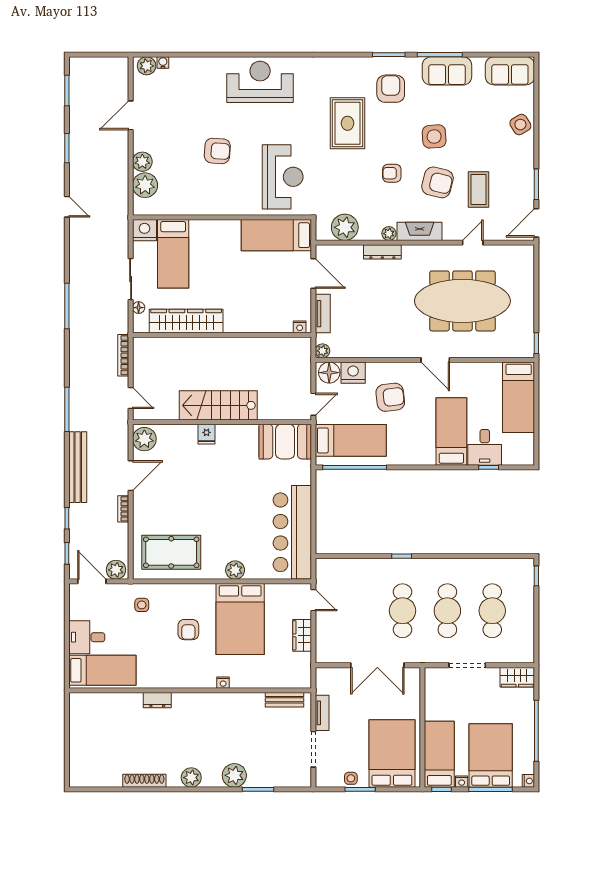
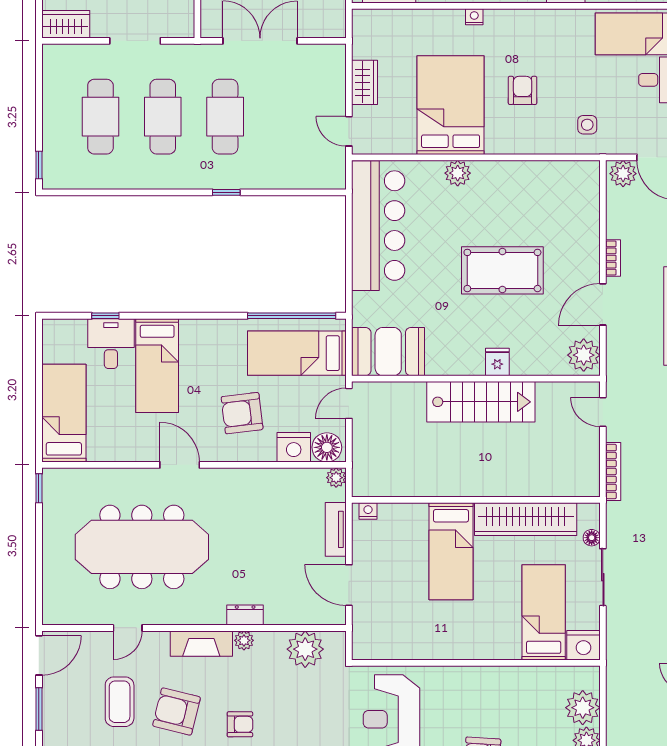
bed: (276, 235) -> (451, 551), moved, turned 90
dresser: (382, 252) -> (245, 615), width x0.70
pool table: (171, 552) -> (502, 270), moved

